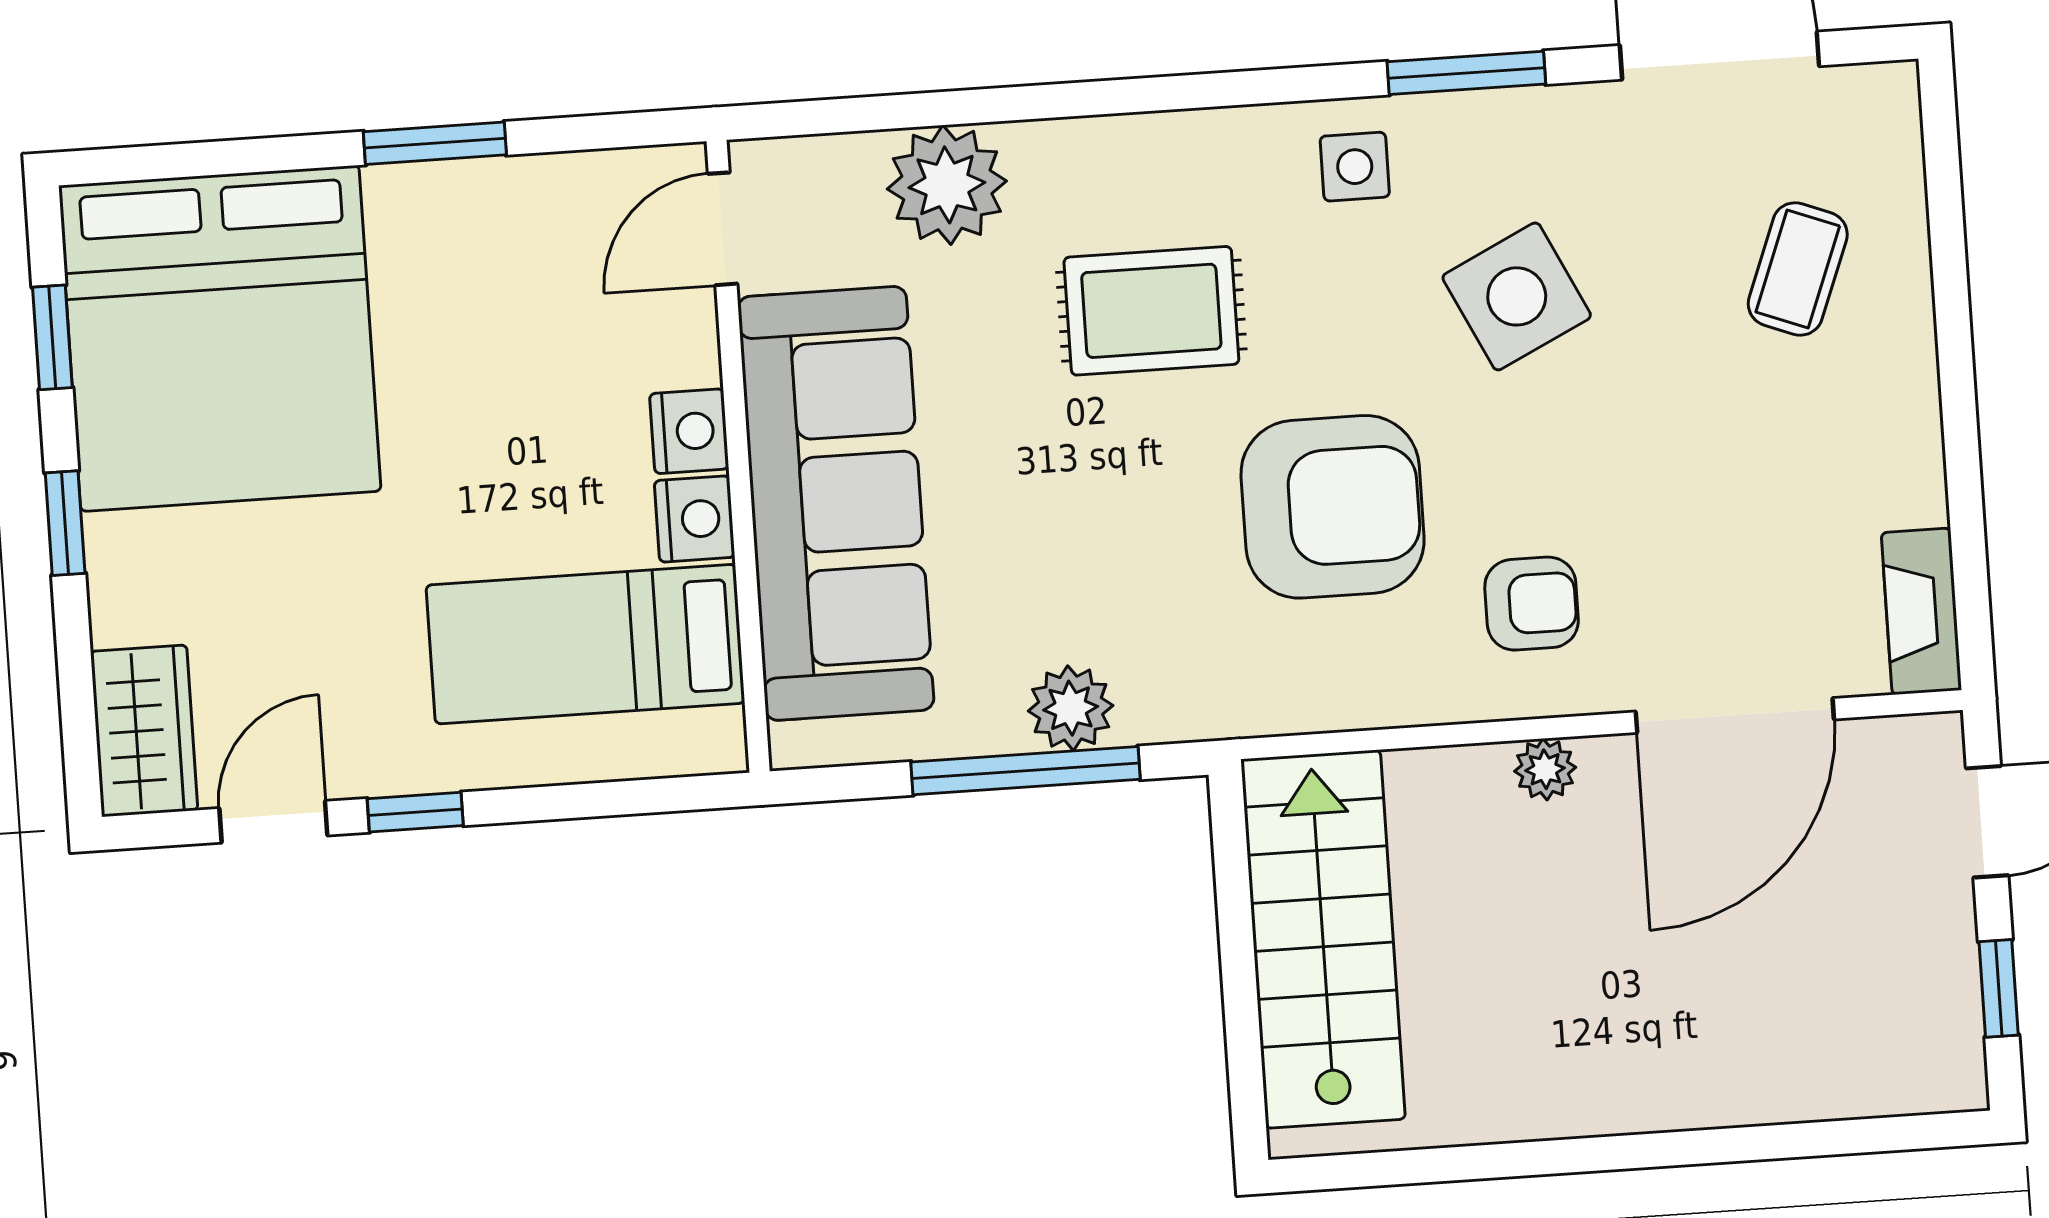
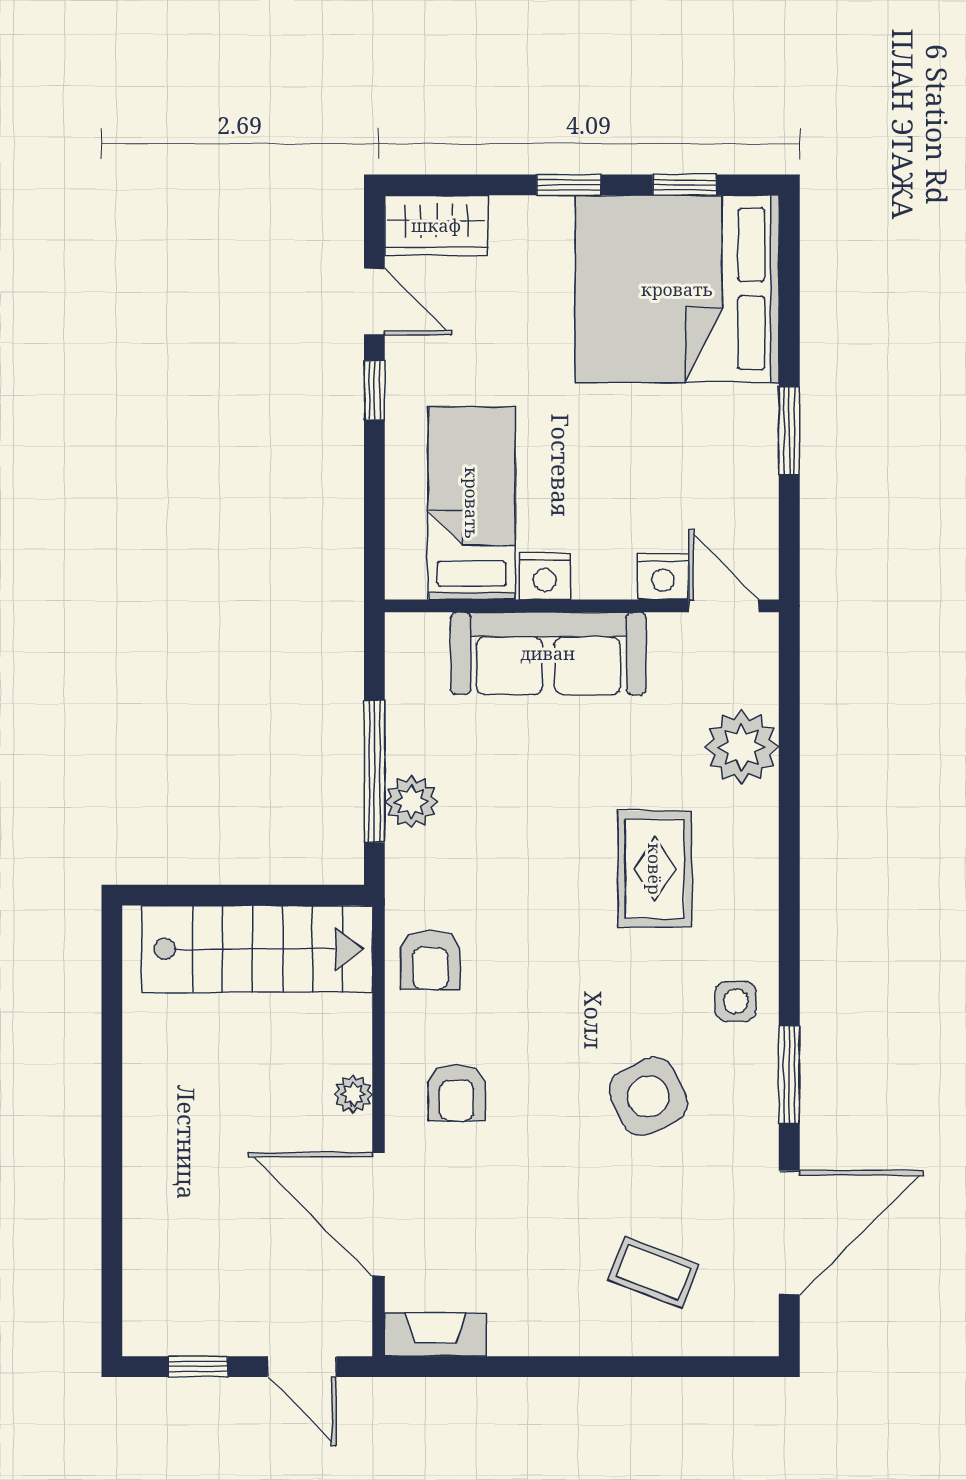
nightstand: (689, 431) -> (663, 577), moved
sofa: (836, 503) -> (548, 653), width x0.74, depth x0.79
armchair: (1333, 507) -> (430, 960), moved, width x0.53, depth x0.53

